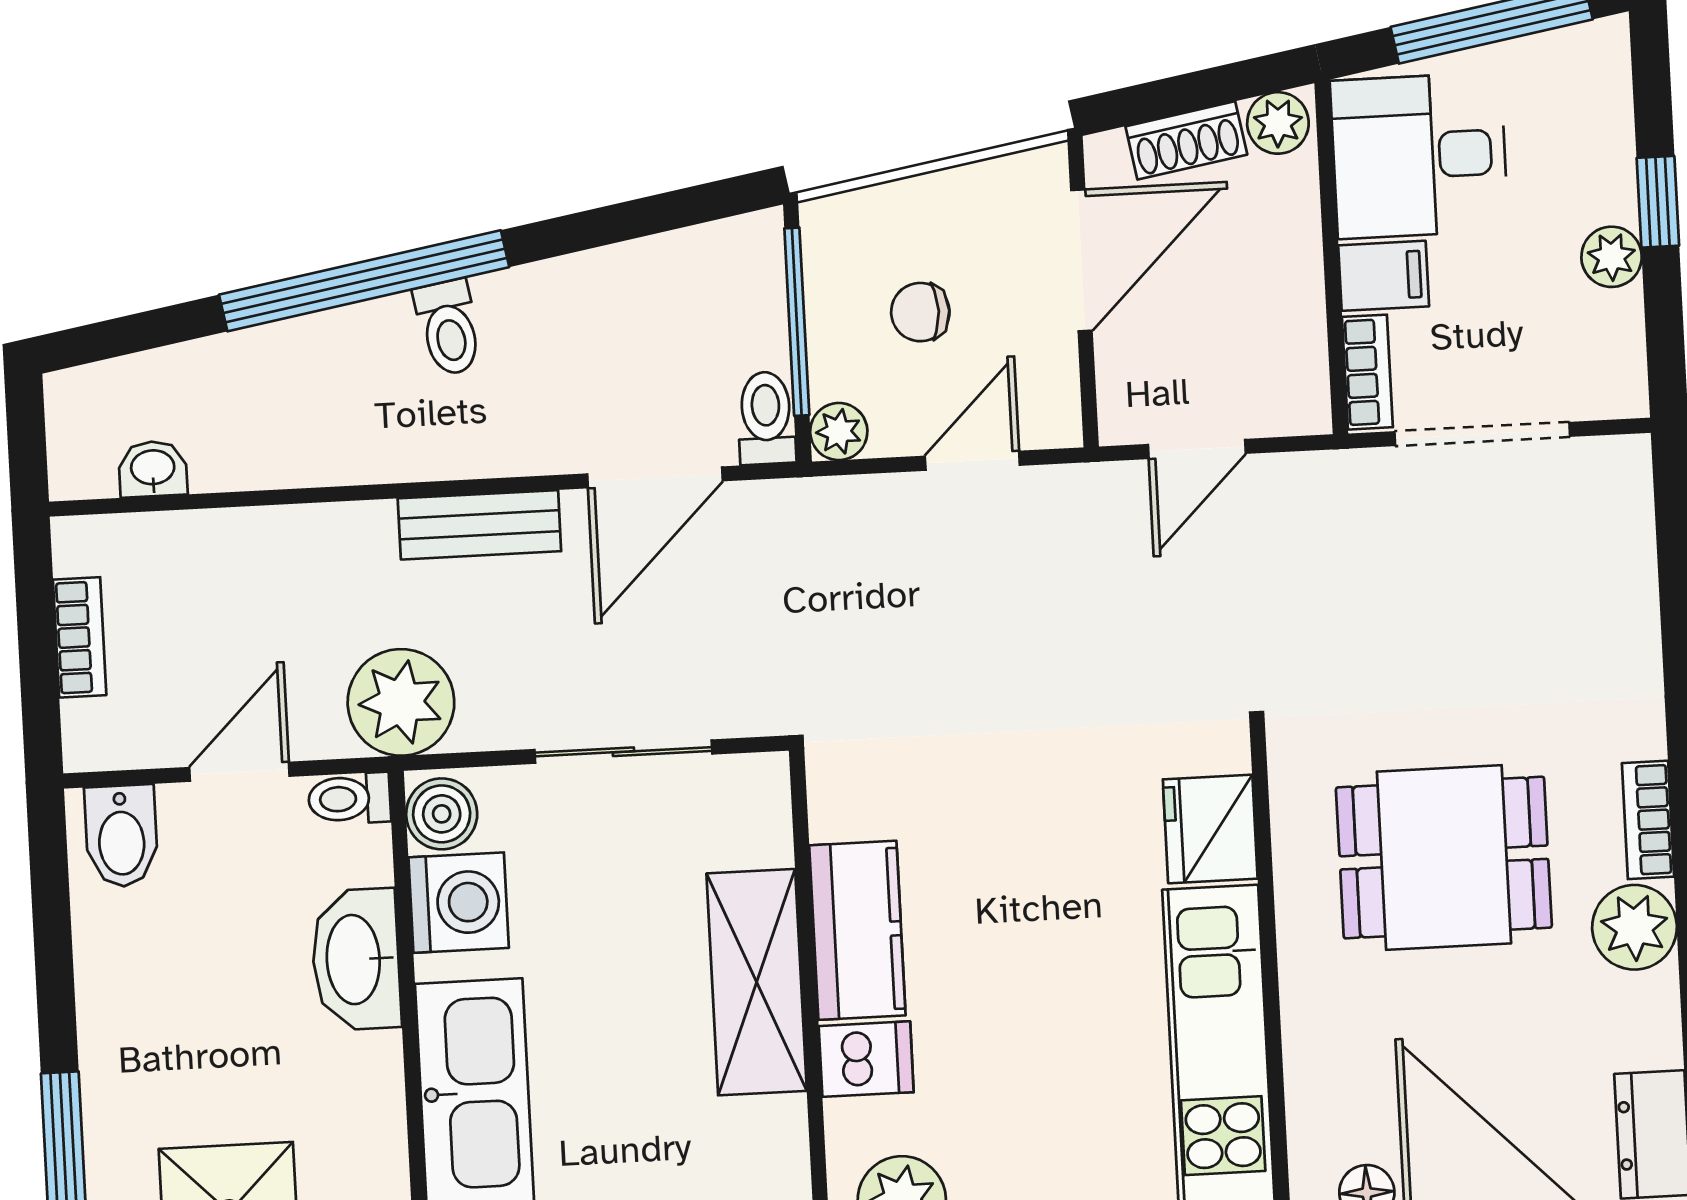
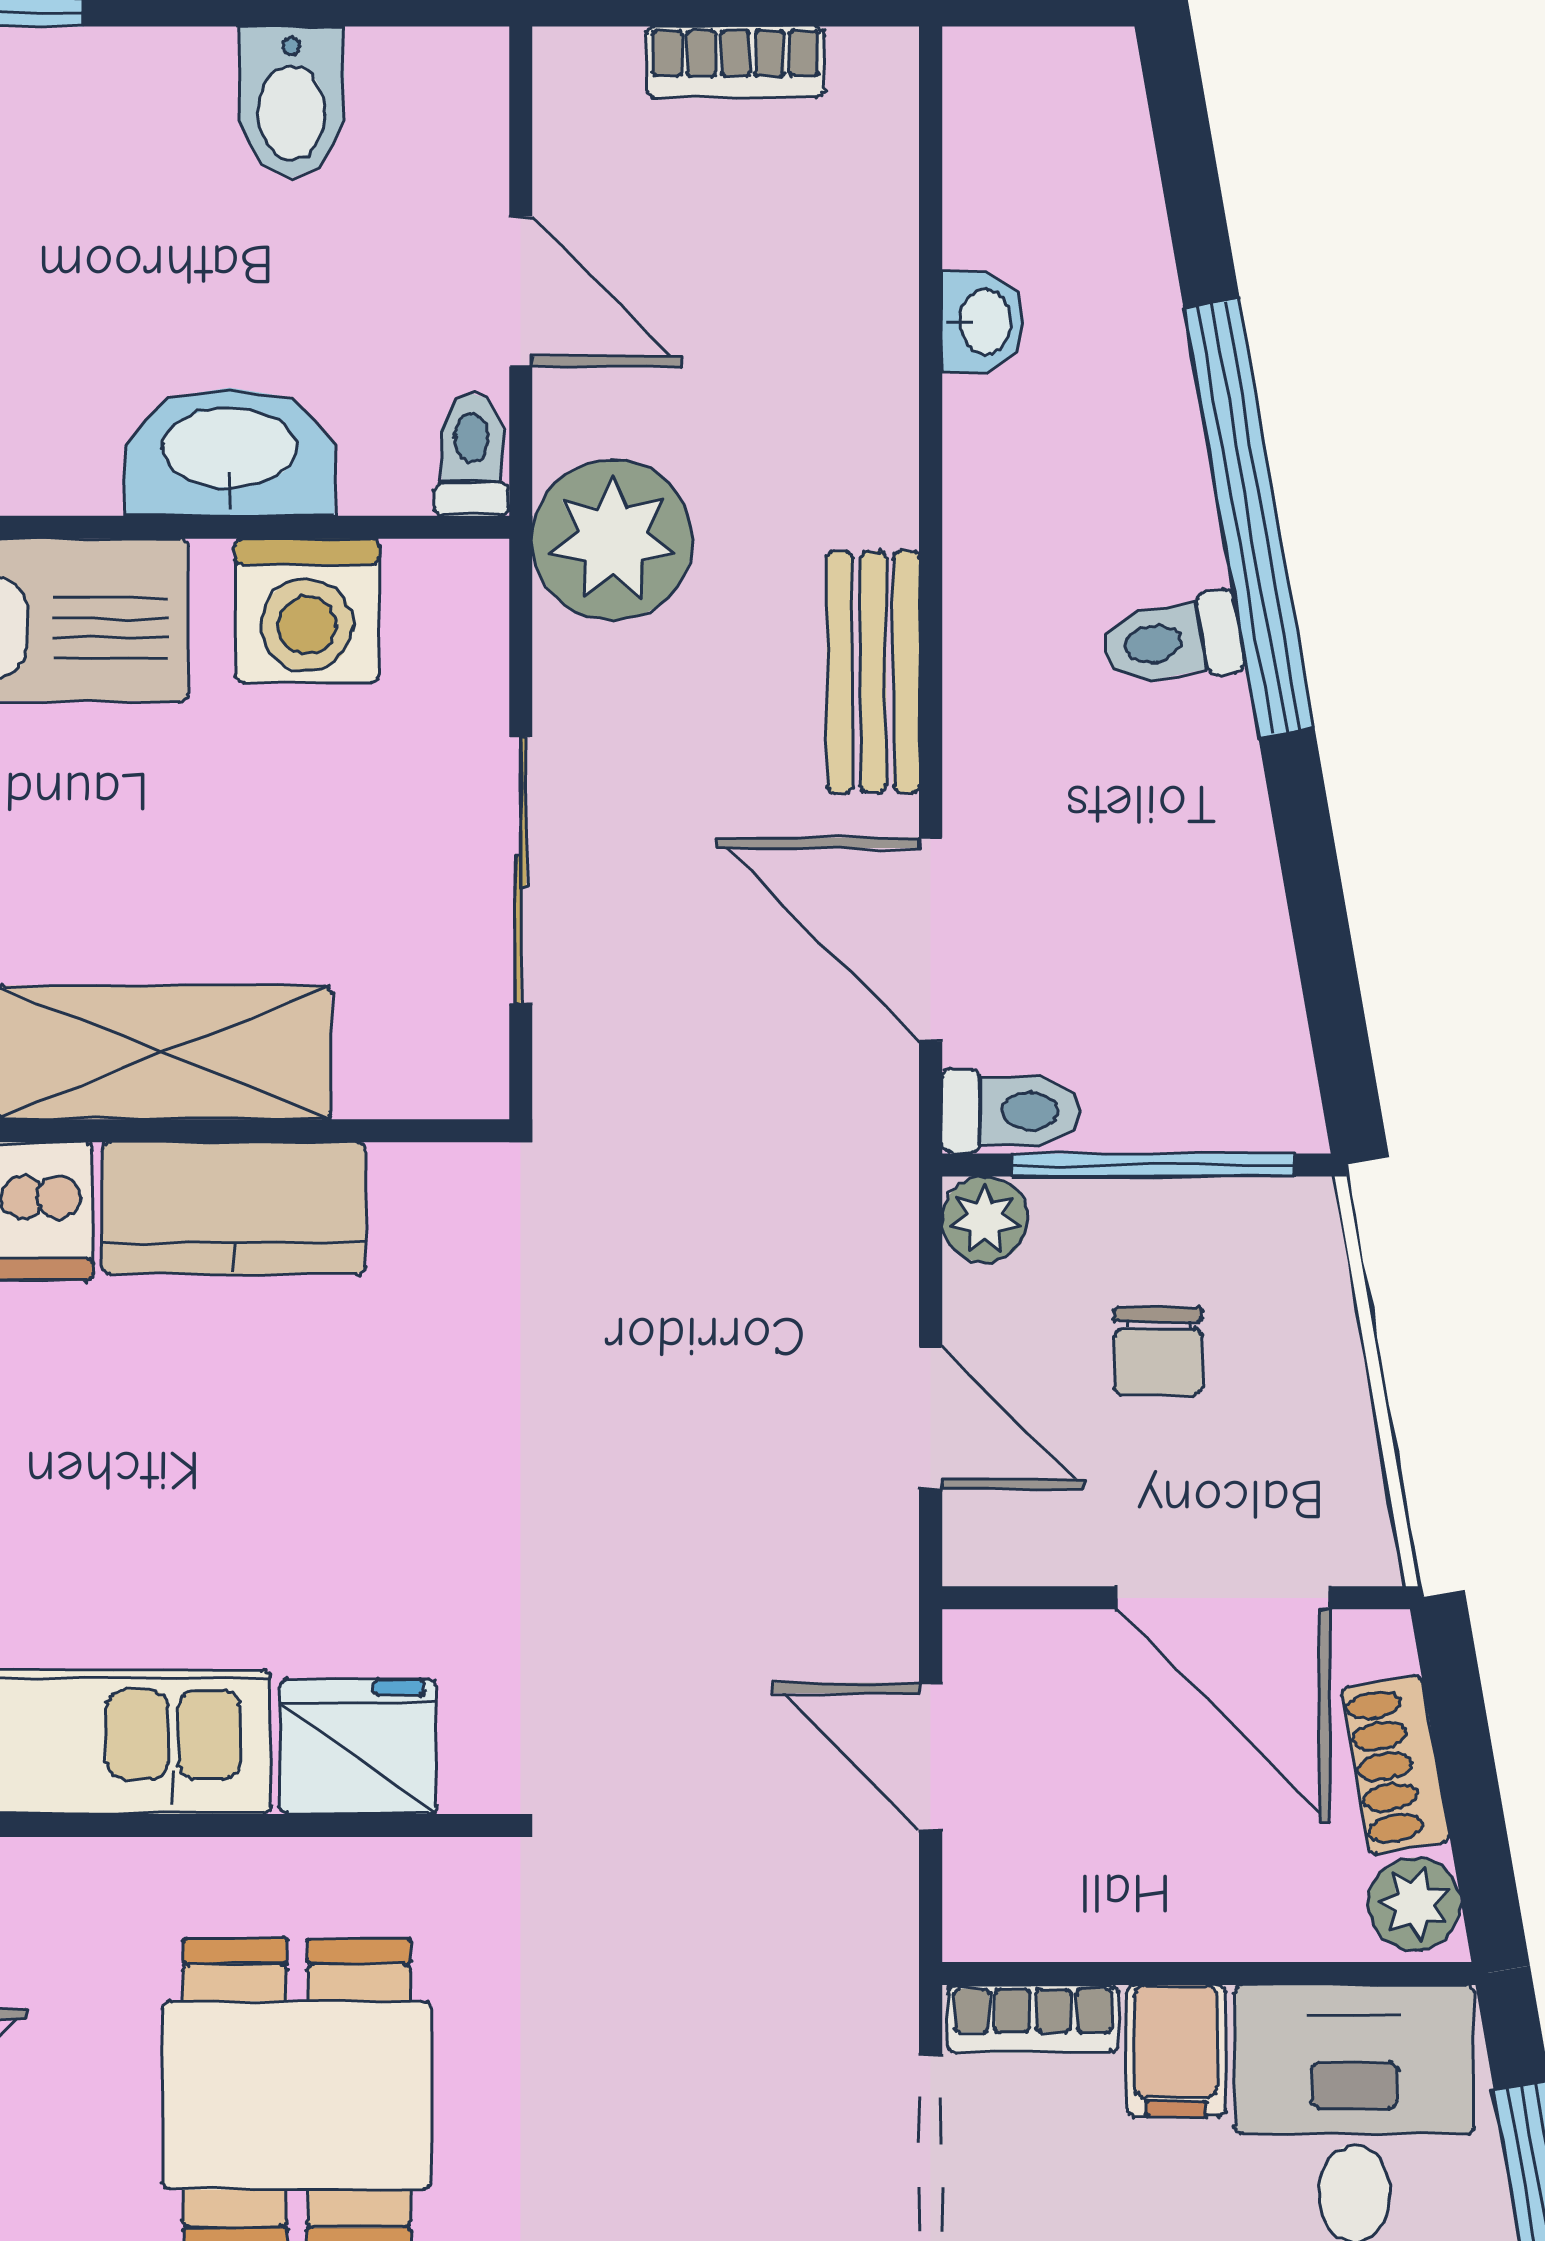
chair: (920, 312) -> (1158, 1351), turned 180
washbasin: (153, 469) -> (983, 322), moved
boiler: (442, 814) -> (442, 592), removed
bidet: (121, 836) -> (292, 102), moved, turned -90

